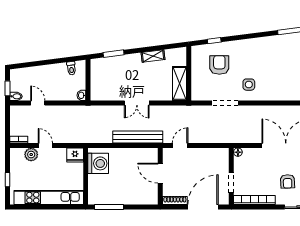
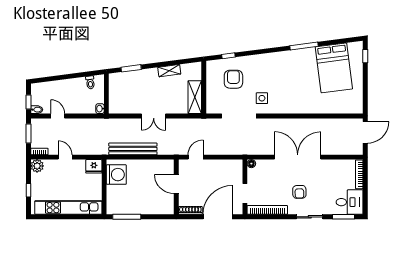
doorway: (225, 103) -> (239, 116), width x1.36
window: (7, 121) -> (28, 134), added
bench: (138, 137) -> (133, 149), moved
plant: (31, 155) -> (37, 166), moved

